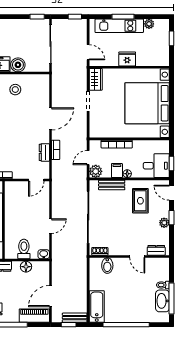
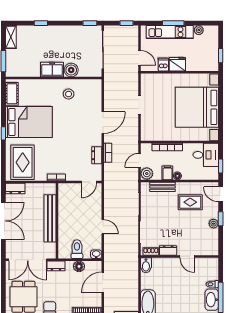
window: (172, 38) -> (221, 56), moved
dishwasher: (113, 59) -> (163, 65), added
wardrobe: (96, 79) -> (147, 84), removed
desk: (156, 166) -> (206, 155), moved
rug: (140, 201) -> (190, 202), turned 90
door: (51, 226) -> (103, 227), hinge flipped
dresser: (156, 250) -> (168, 250), moved
bidet: (107, 266) -> (146, 265), moved
door: (51, 296) -> (103, 282), moved

